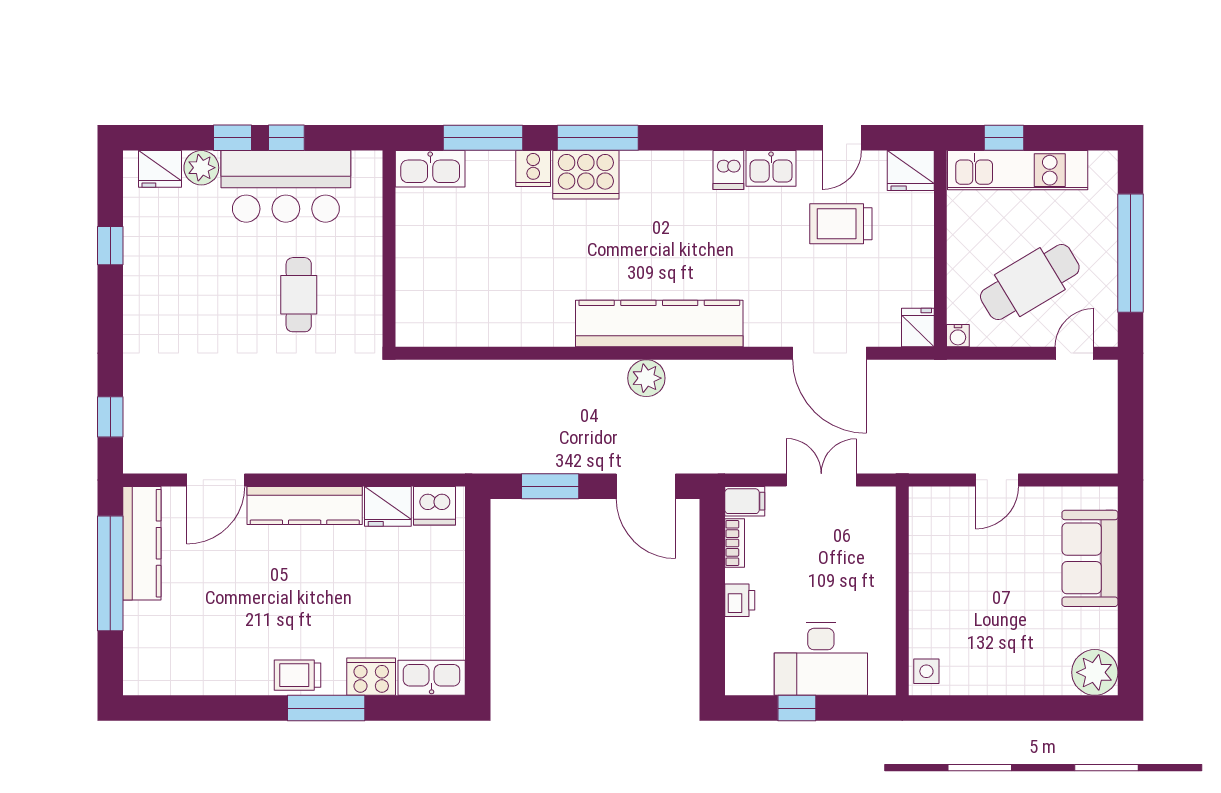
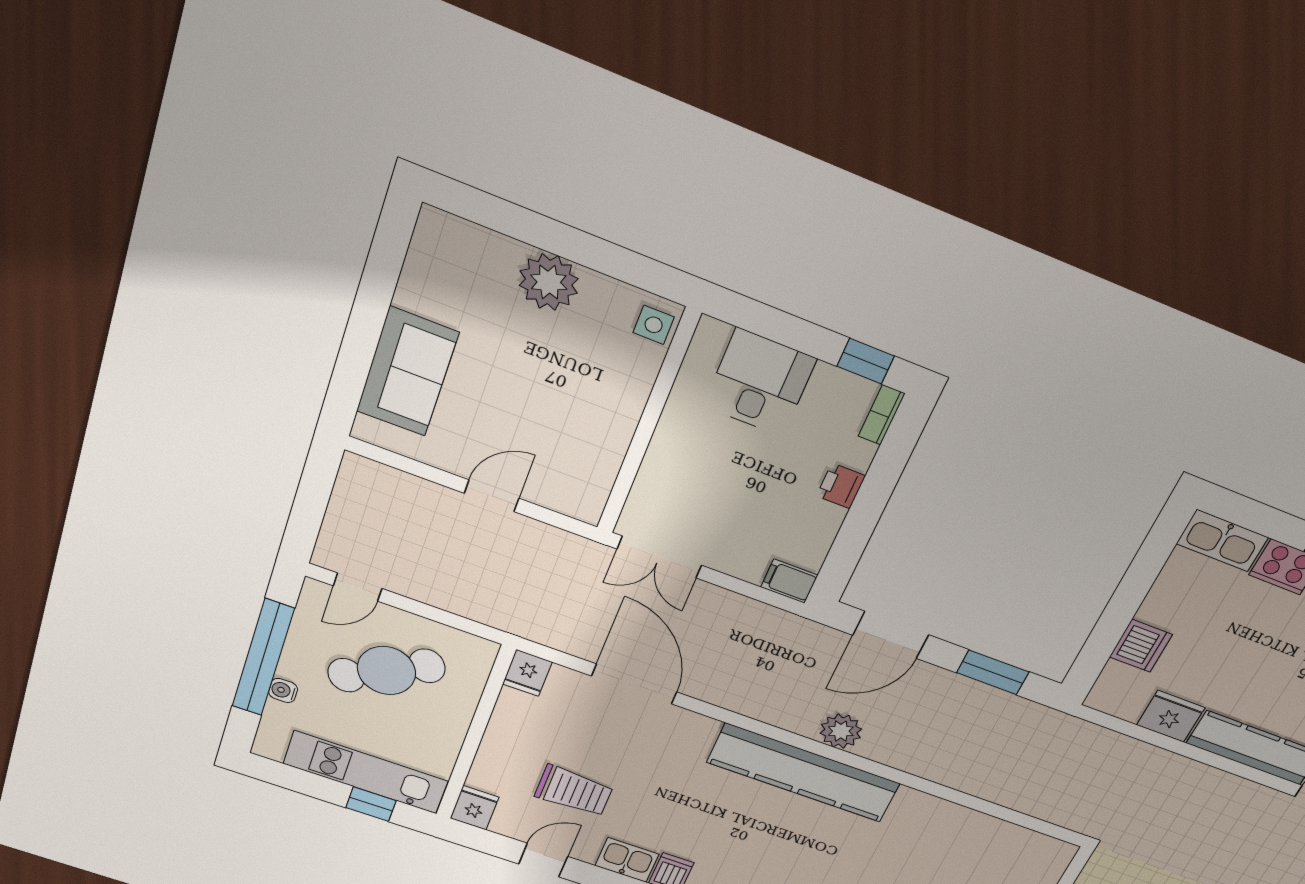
fridge: (911, 171) -> (474, 808), width x0.72
water cooler: (958, 336) -> (283, 690), moved, turned -90
double door: (821, 480) -> (659, 557), moved
door: (646, 486) -> (891, 635), swing flipped
dishwasher: (434, 506) -> (1141, 646), moved, turned 90
bookcase: (735, 543) -> (882, 415), moved
desk: (821, 659) -> (760, 382), width x0.73
plant: (1095, 672) -> (549, 282), moved
window: (797, 708) -> (866, 361), moved

